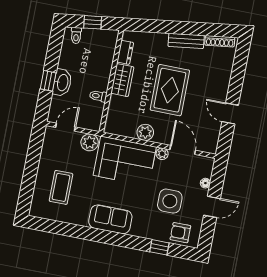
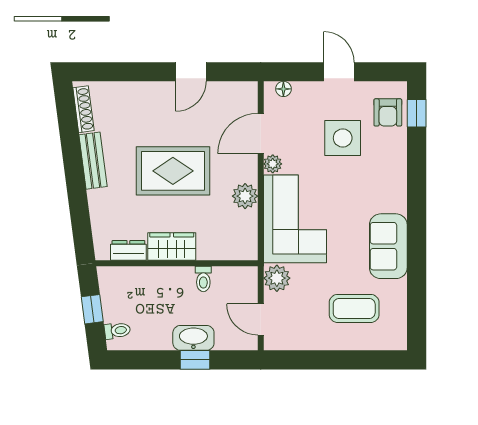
floor lamp: (205, 183) -> (283, 89), moved
sofa: (110, 219) -> (388, 246), moved
window: (159, 247) -> (417, 113), moved

